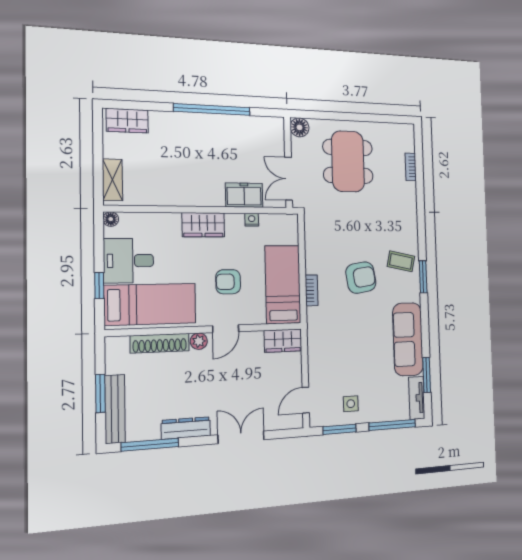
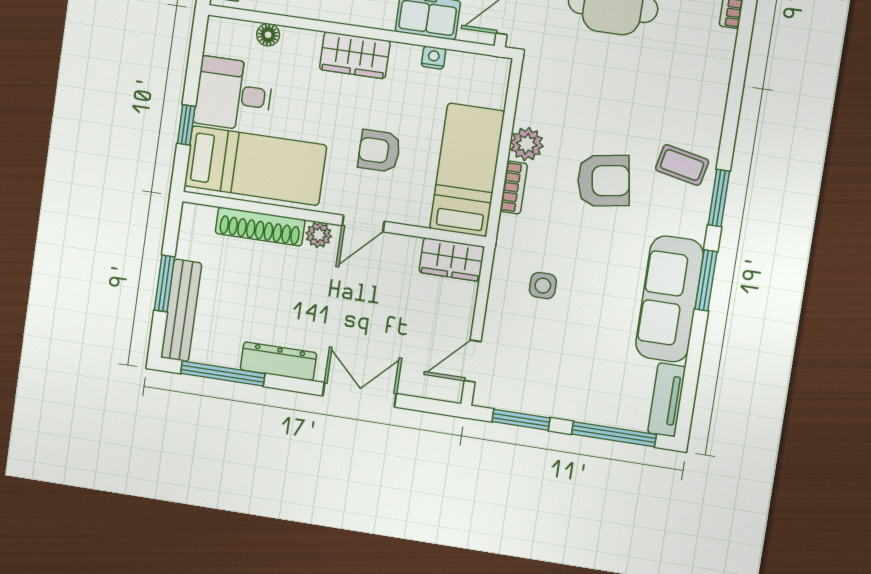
floor lamp: (111, 219) -> (268, 35), moved
plant: (315, 263) -> (527, 144), added
window: (427, 375) -> (706, 280), moved
side table: (351, 404) -> (543, 286), moved

